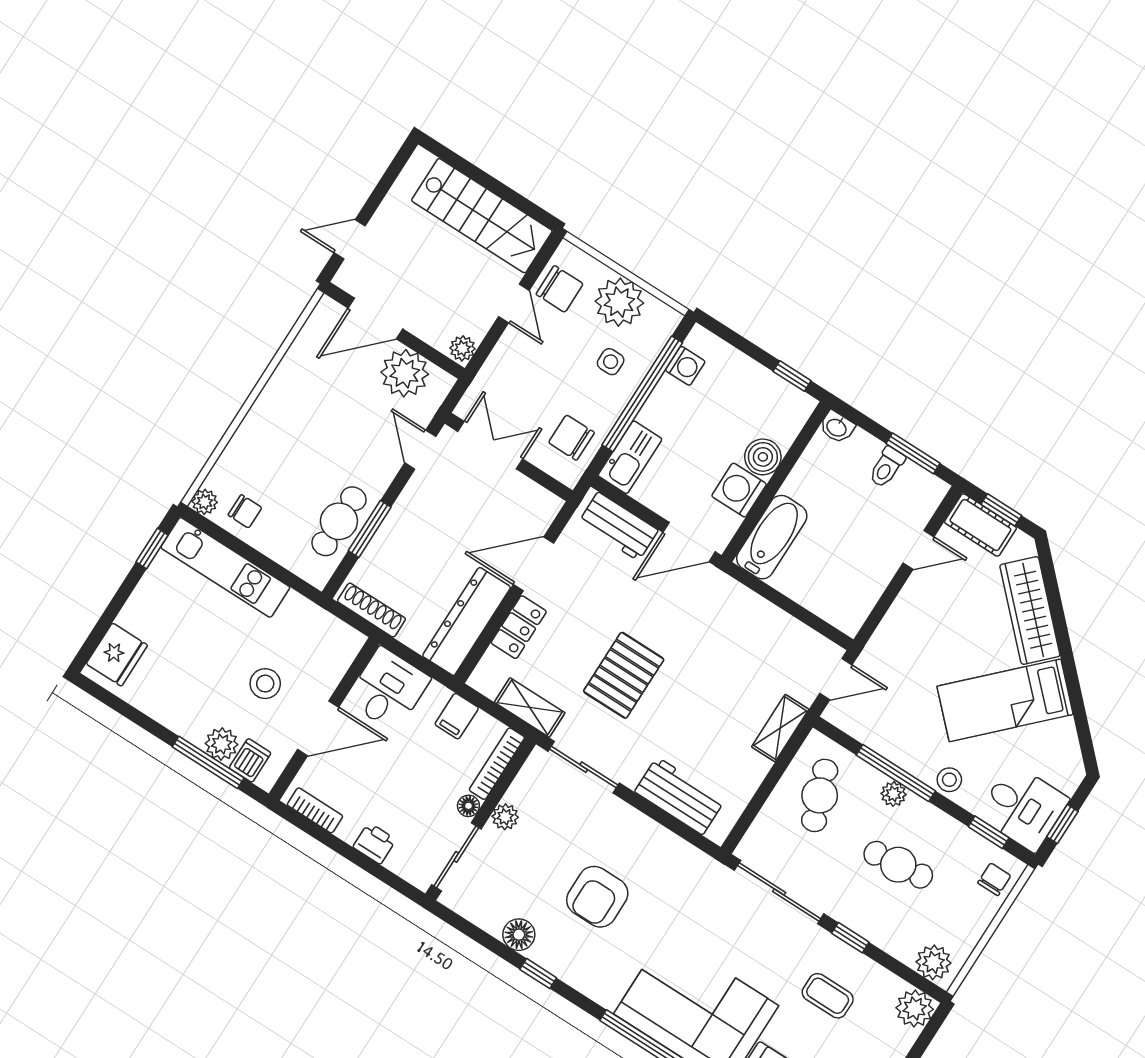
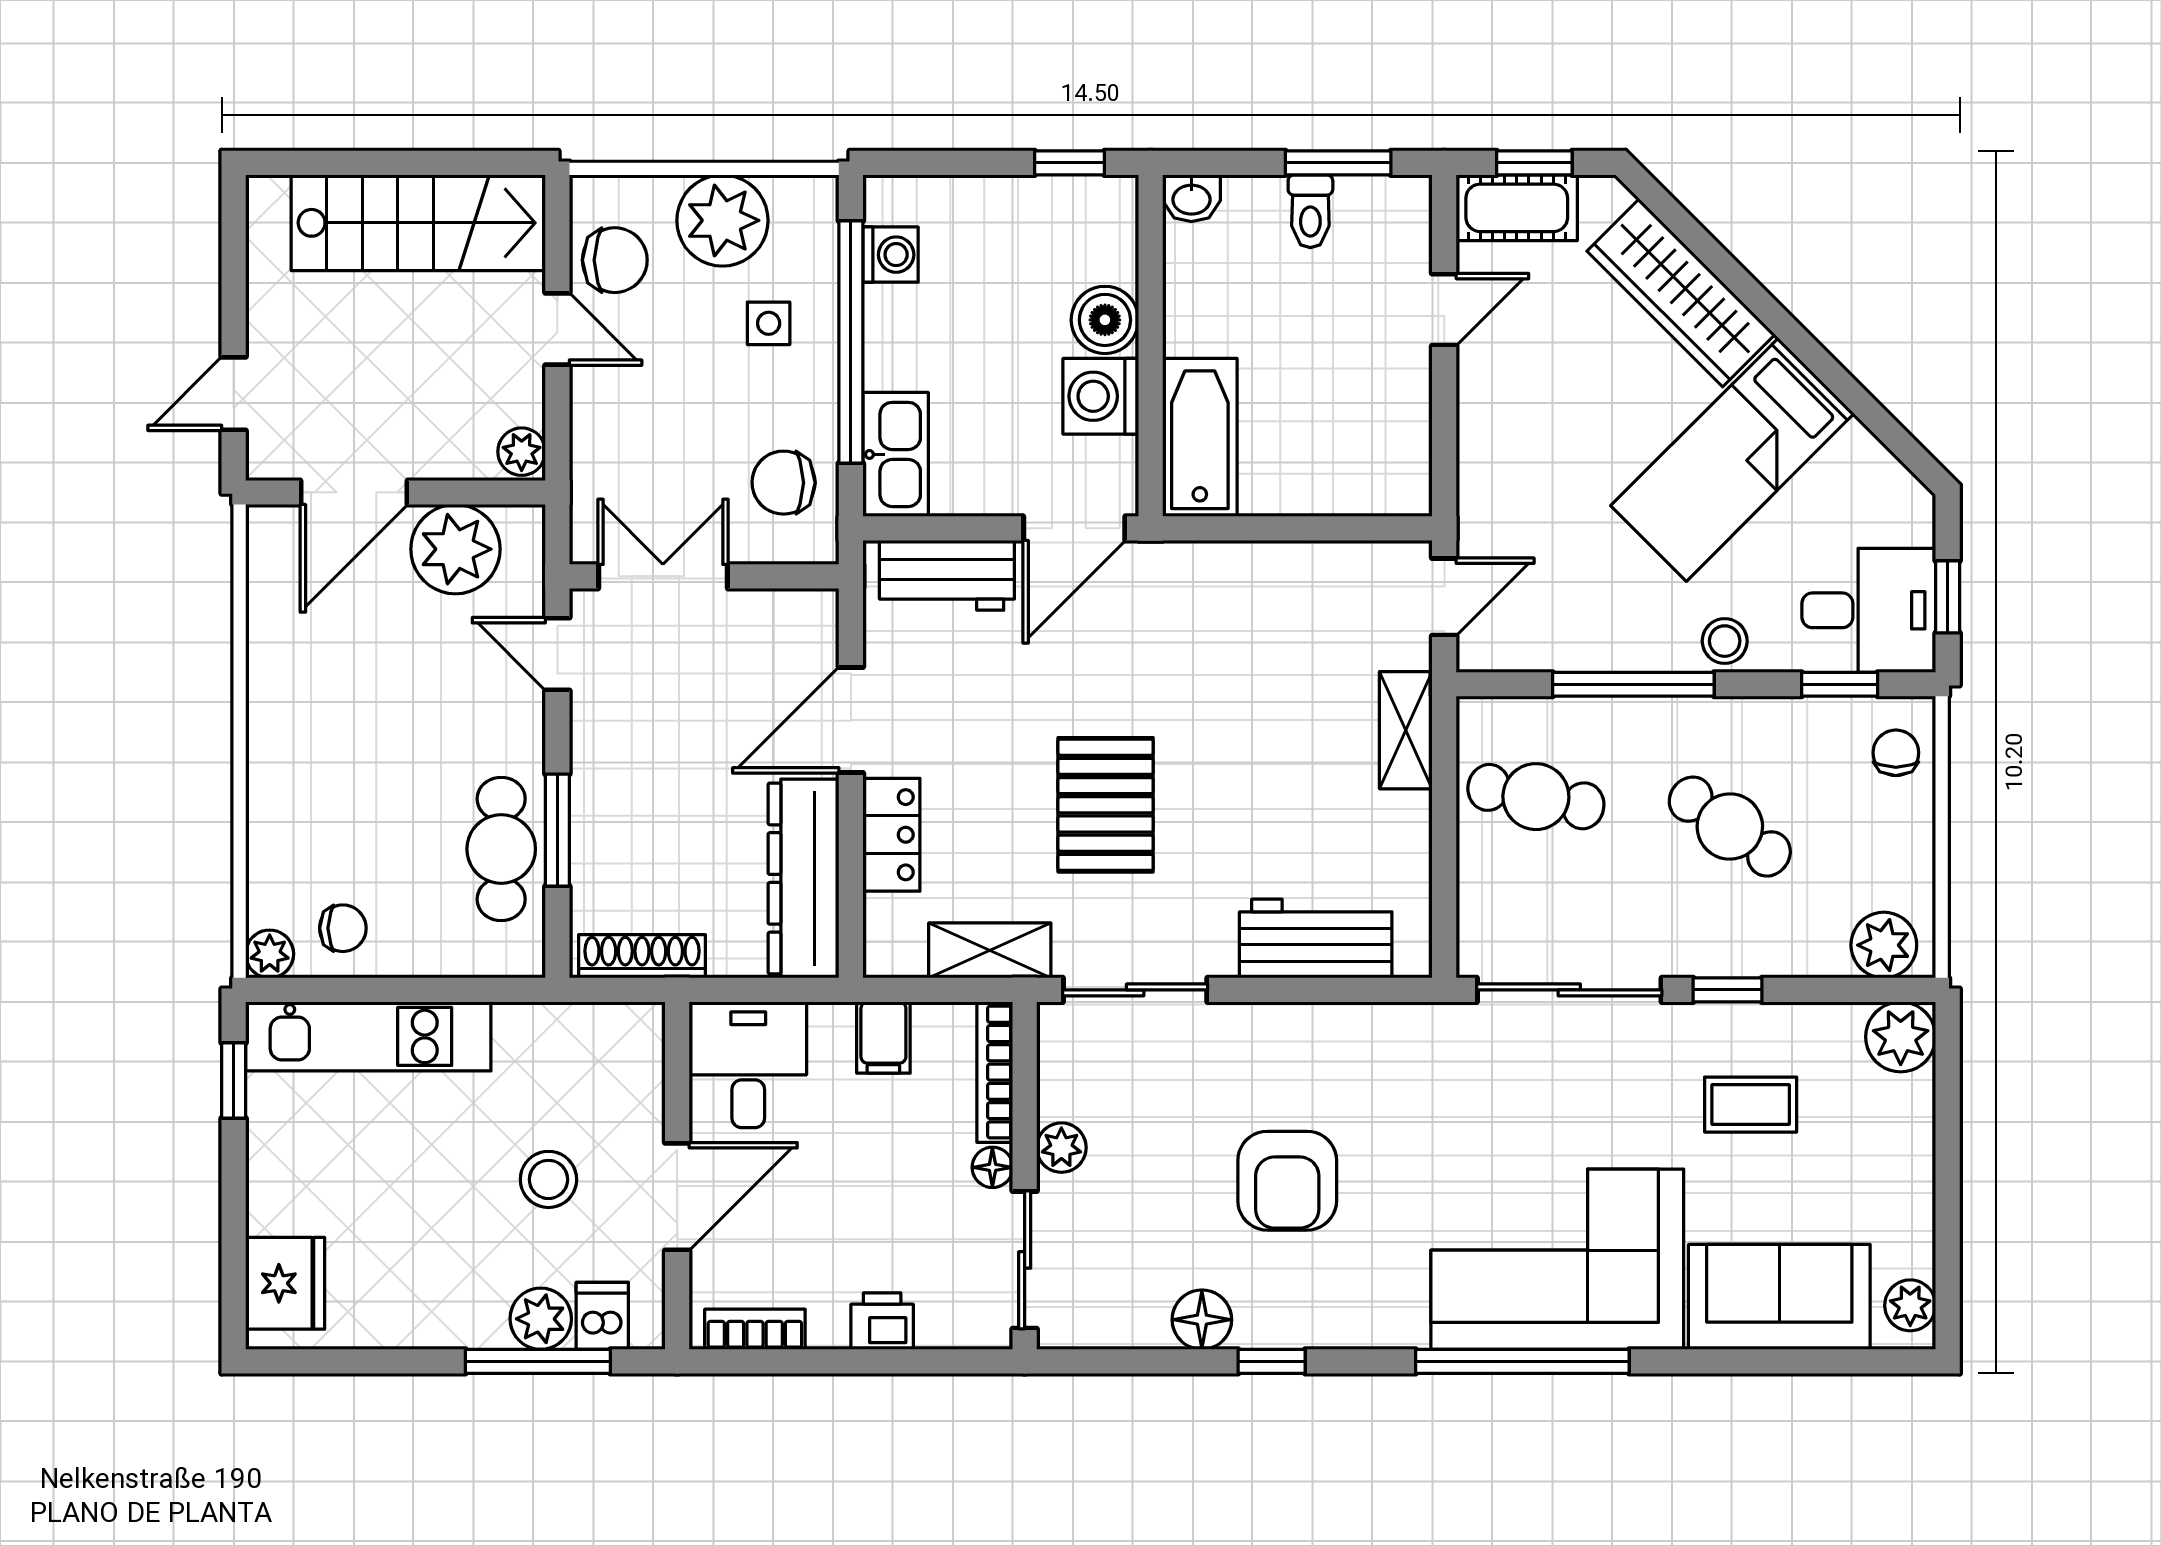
plant: (893, 794) -> (1651, 720), removed
cafe table: (820, 795) -> (1536, 797), turned -59
cafe table: (898, 865) -> (1730, 827), turned 41

